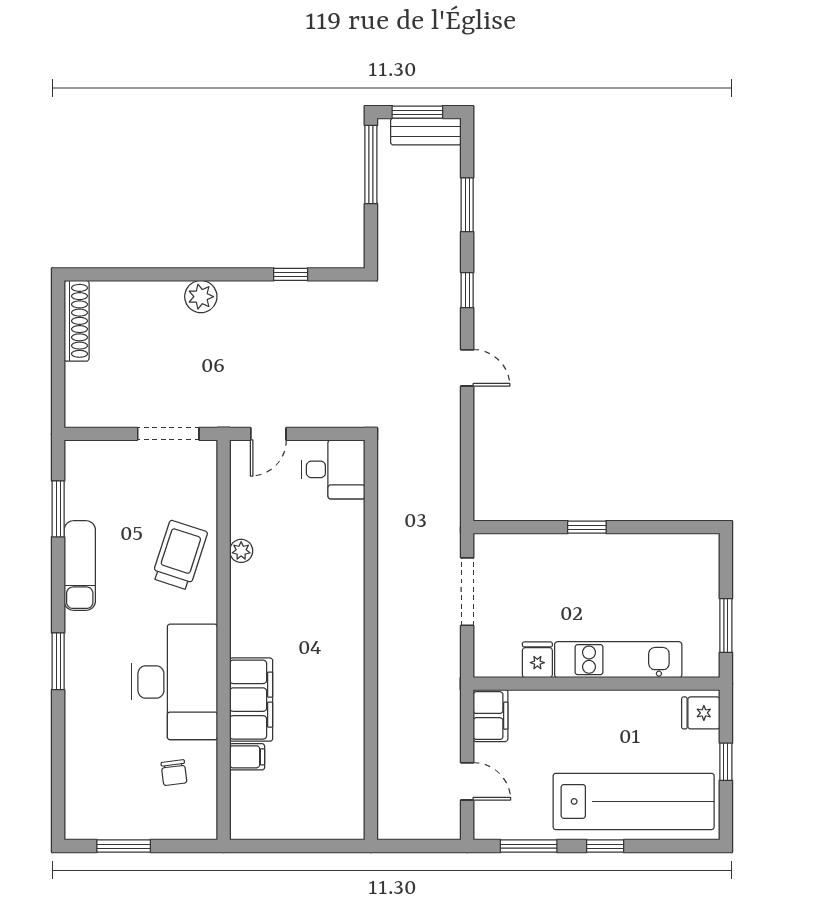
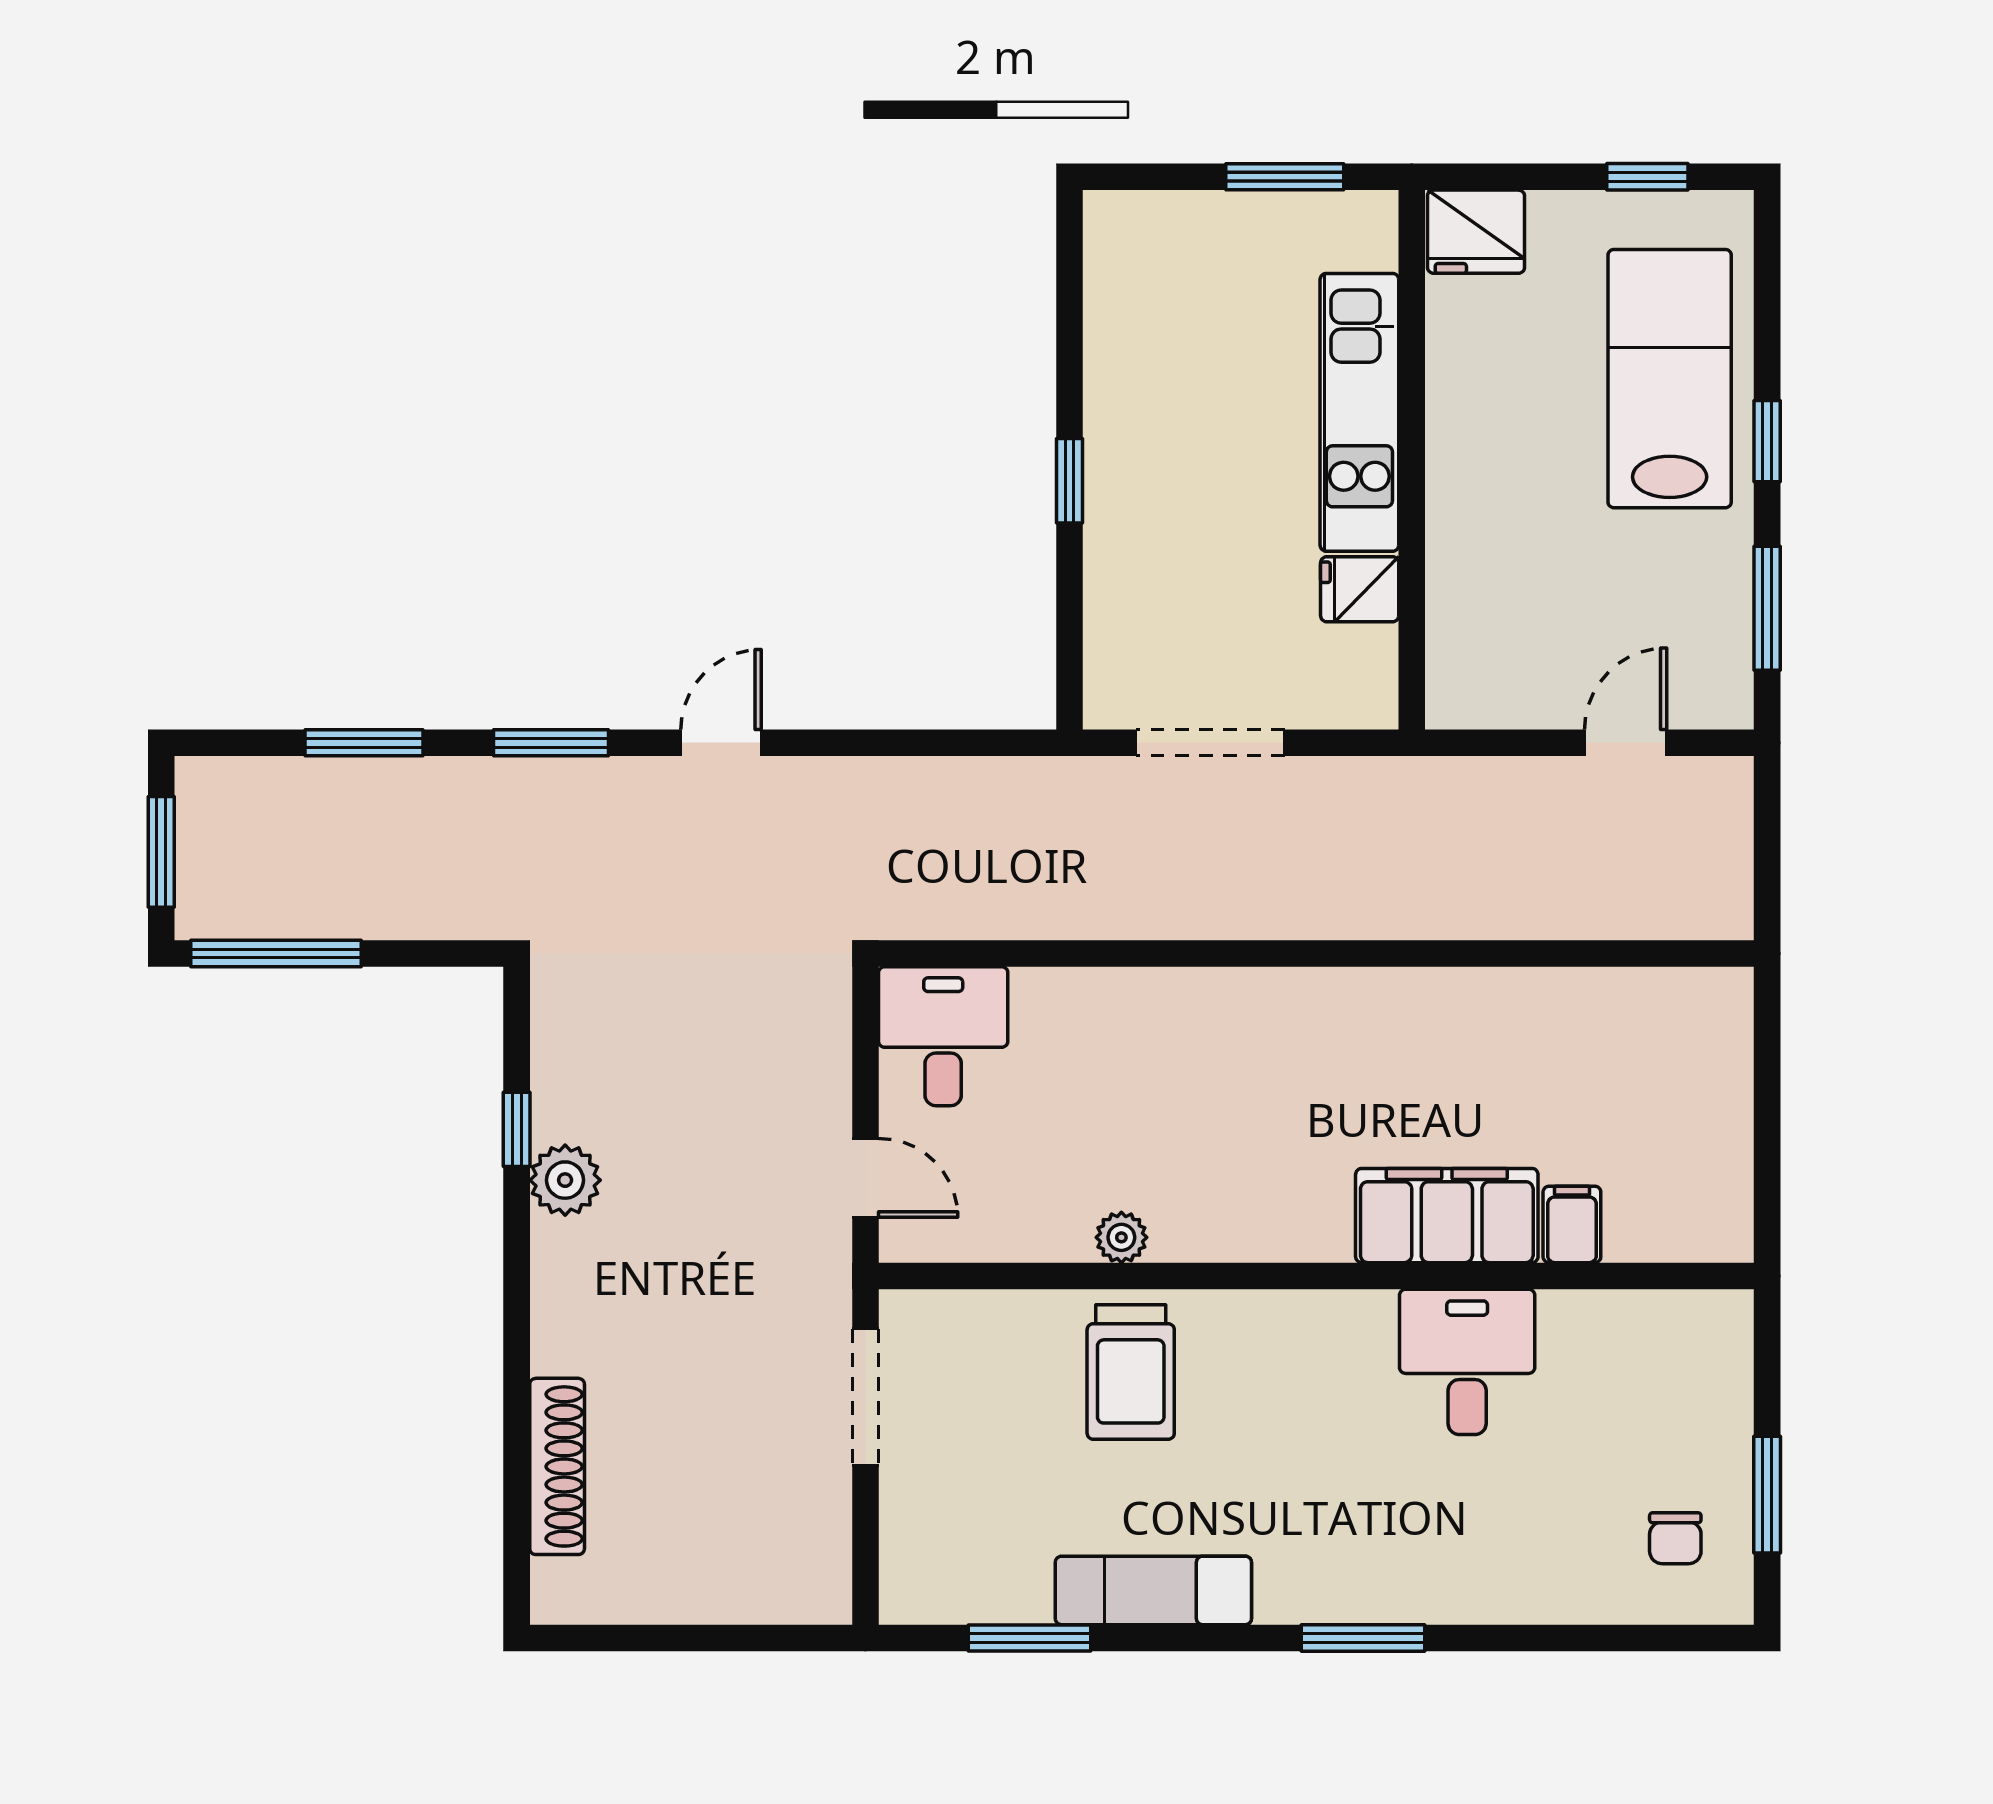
bench: (426, 132) -> (204, 833), removed
window: (467, 290) -> (551, 743), width x1.50
plant: (201, 297) -> (565, 1180), moved
shoe rack: (77, 321) -> (557, 1466), moved, turned 90
trolley: (180, 555) -> (1131, 1372), turned -108
desk: (174, 682) -> (1467, 1362), width x0.53, depth x0.77
fridge: (701, 713) -> (1476, 232), width x1.38
filing cabinet: (491, 716) -> (1482, 692), removed
window: (726, 762) -> (1647, 177), moved
chair: (174, 773) -> (1675, 1538), moved, turned 97
lab bench: (634, 801) -> (1670, 379), width x0.73

